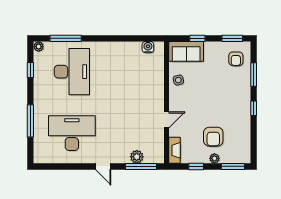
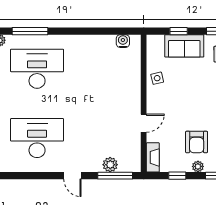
sofa: (186, 51) -> (184, 46), moved
desk: (72, 72) -> (37, 69), turned -90

